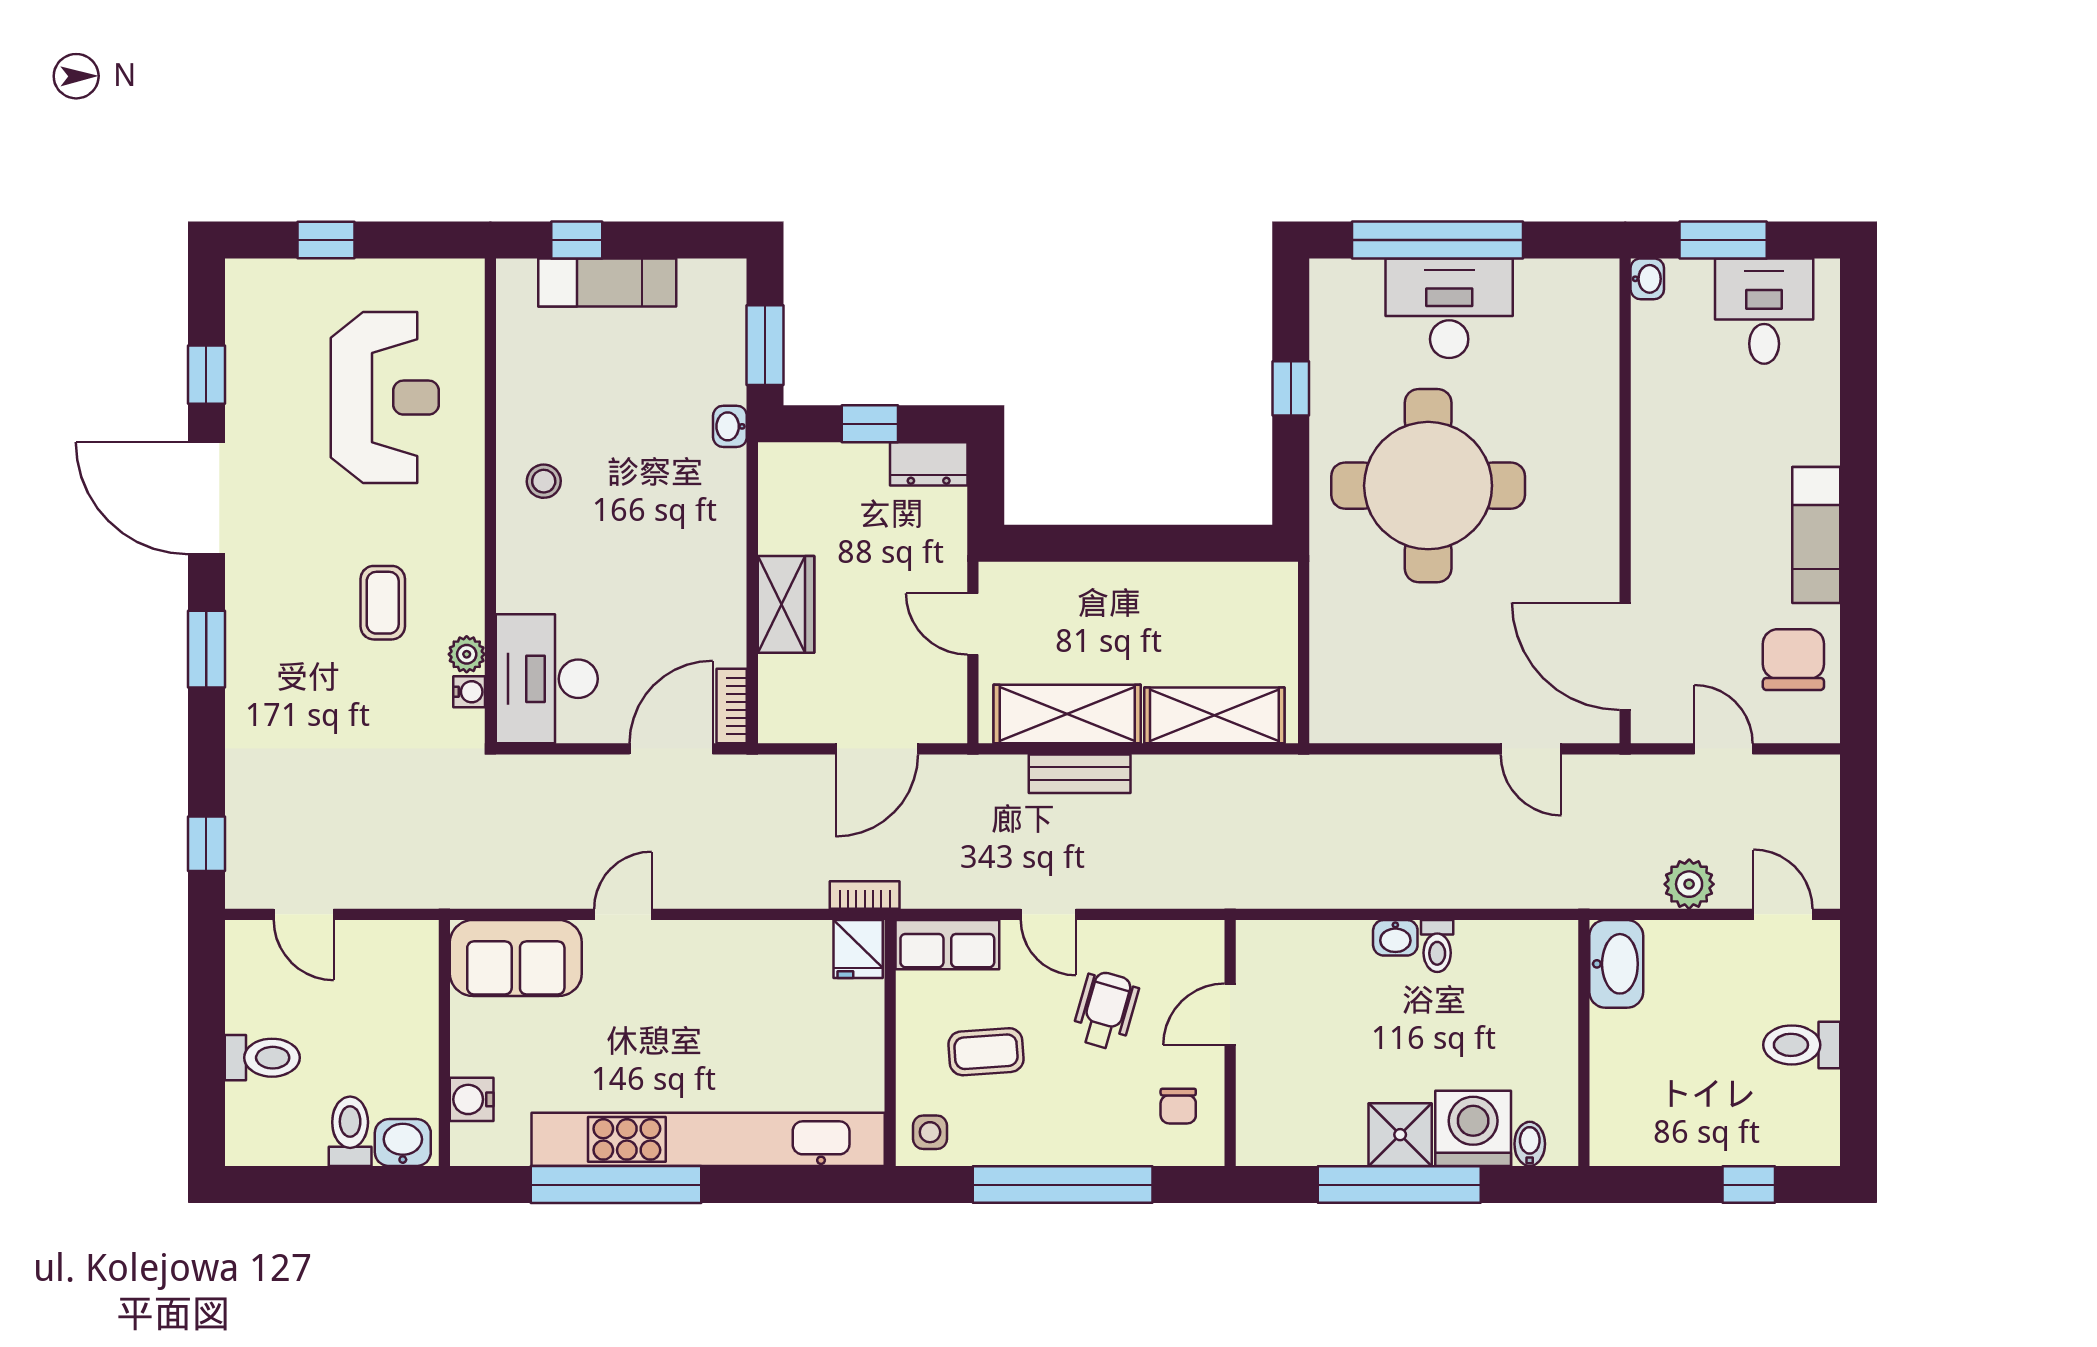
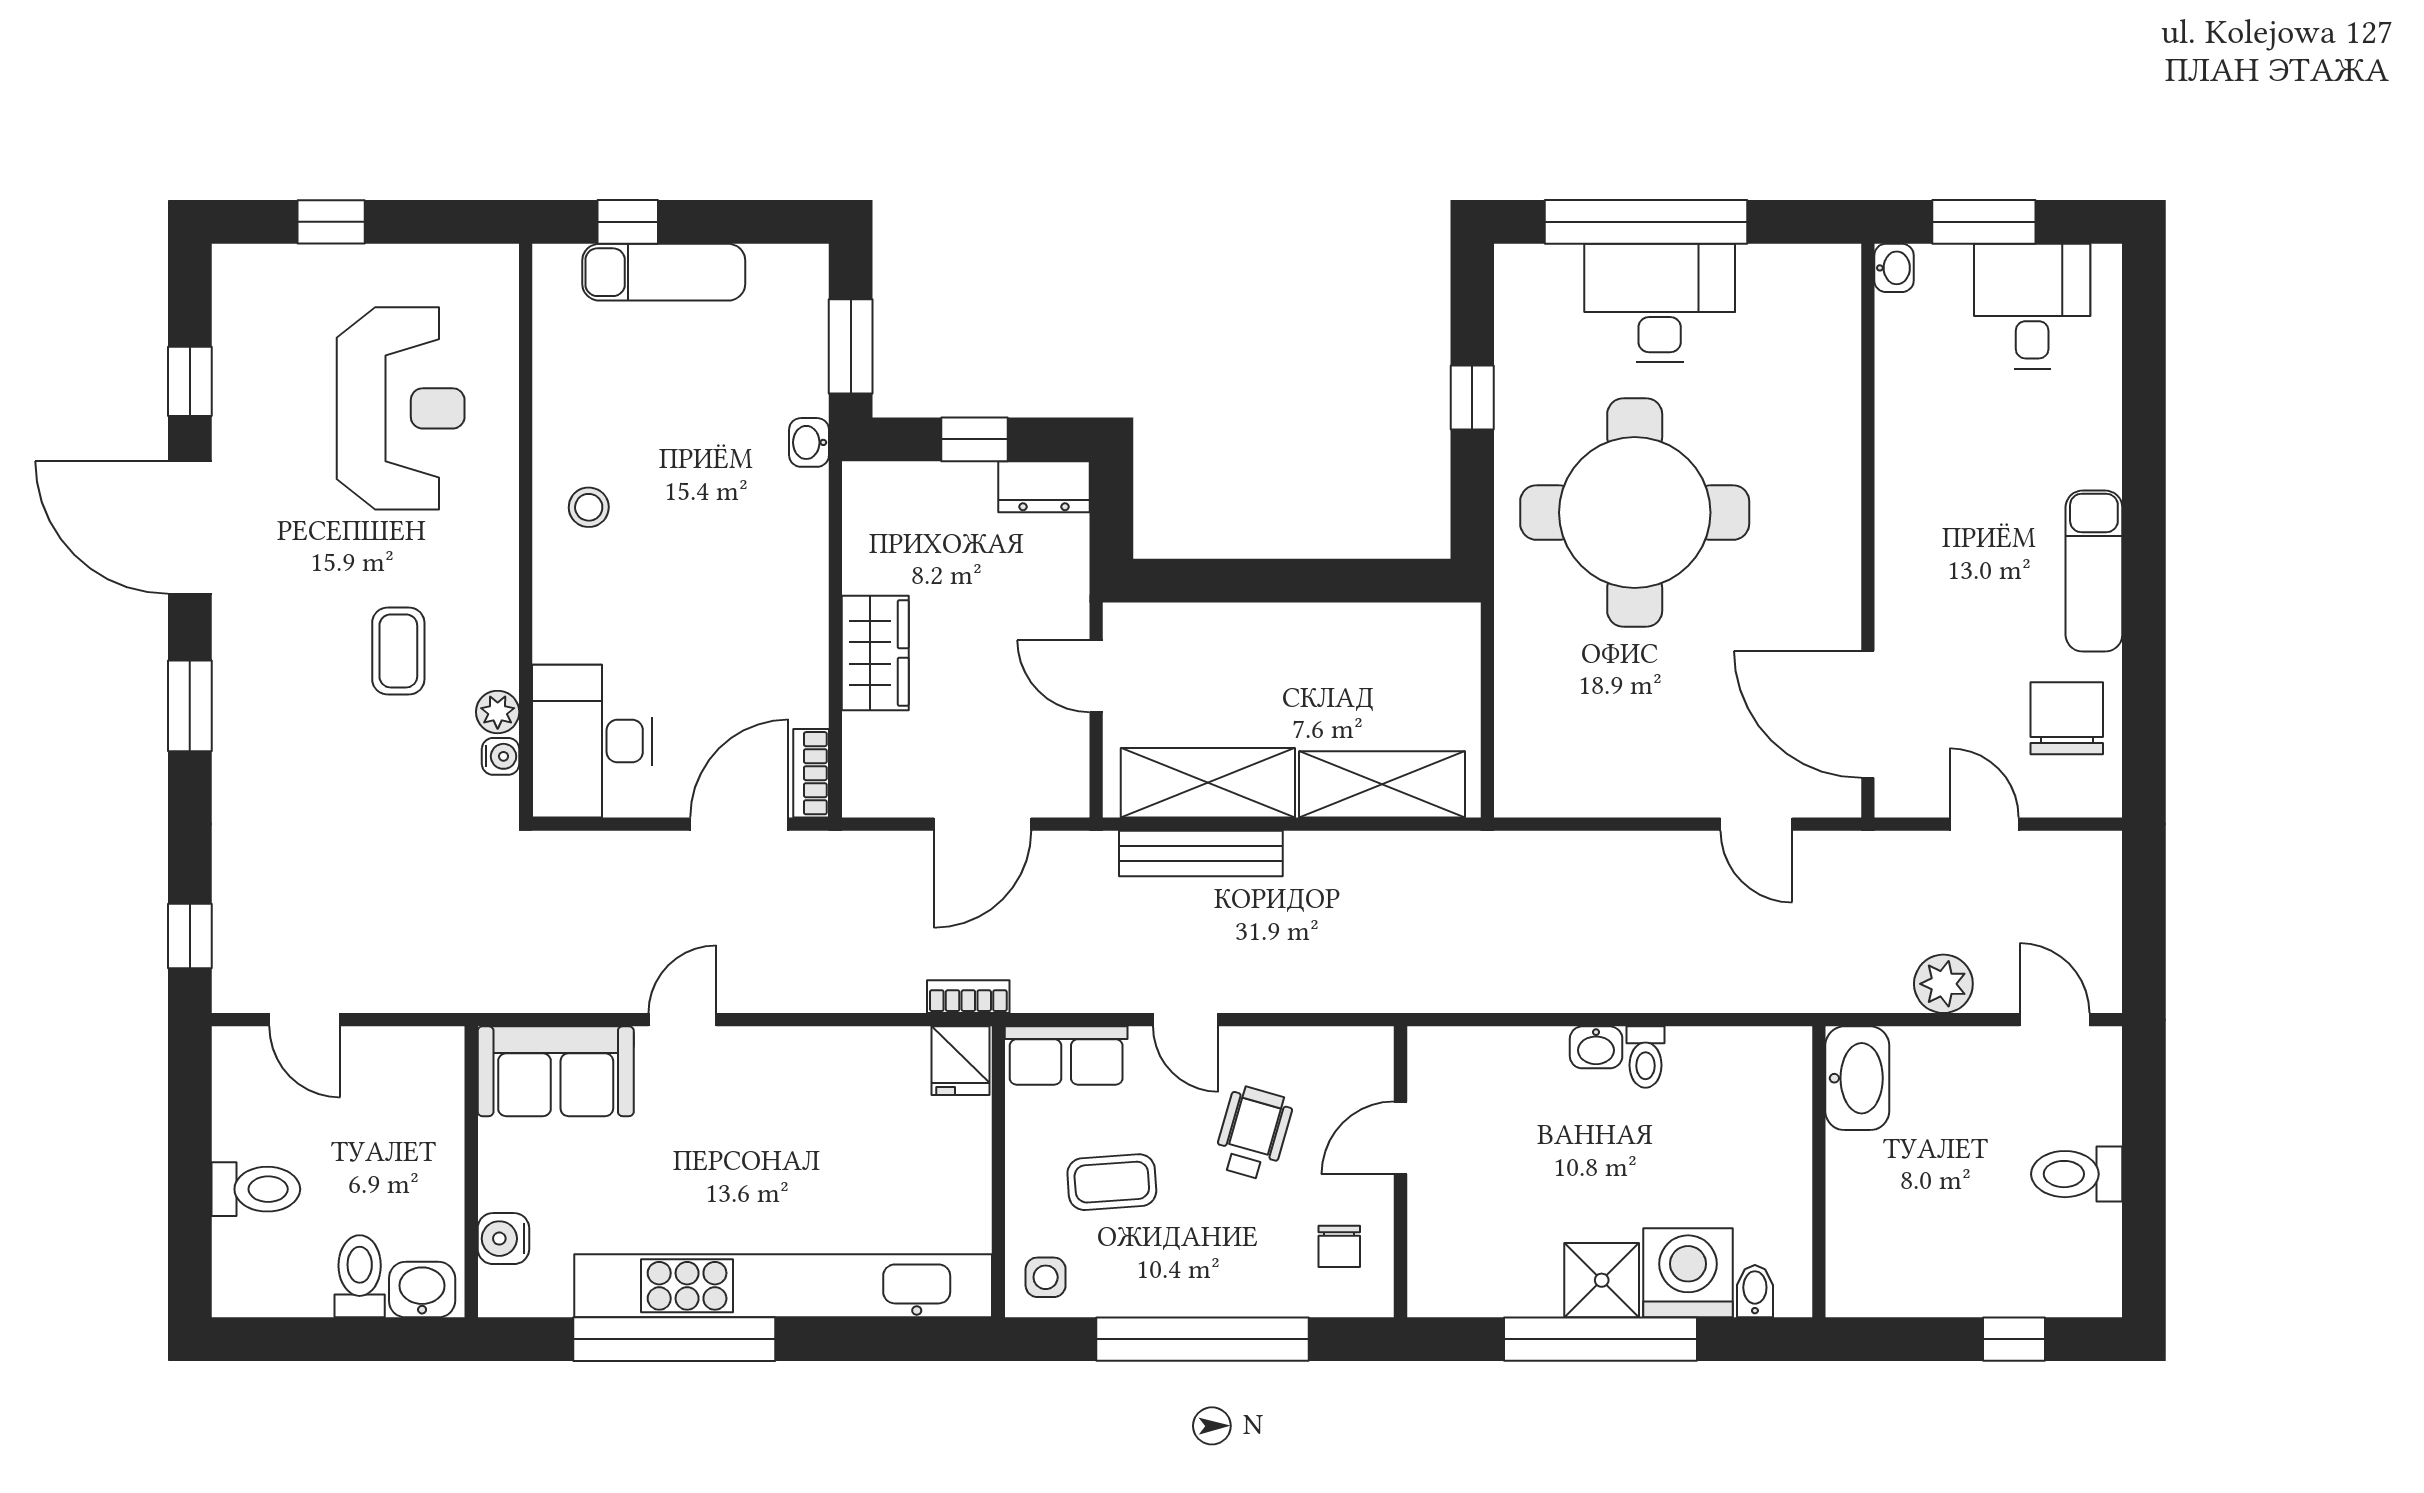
bench: (1080, 774) -> (1201, 853), width x1.36

